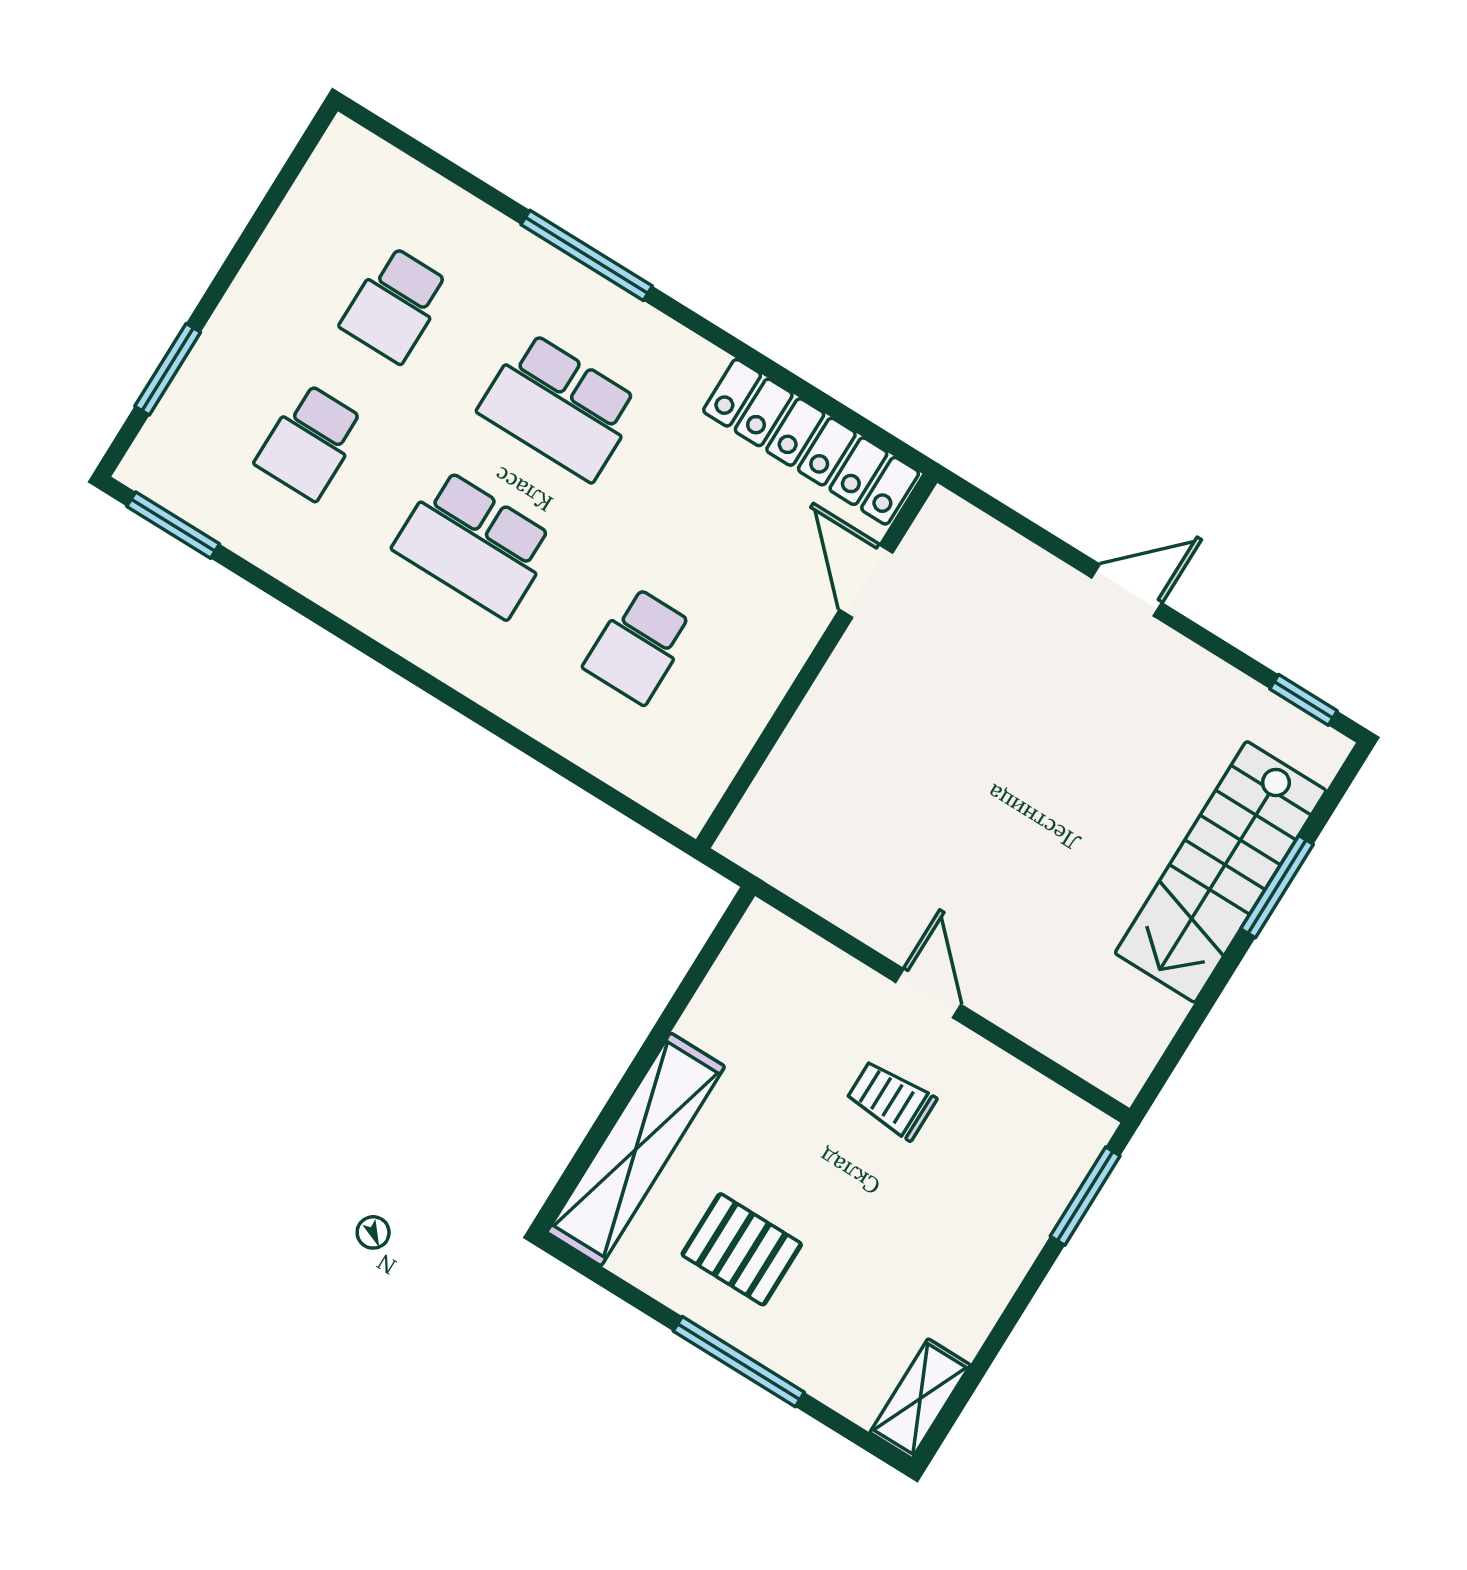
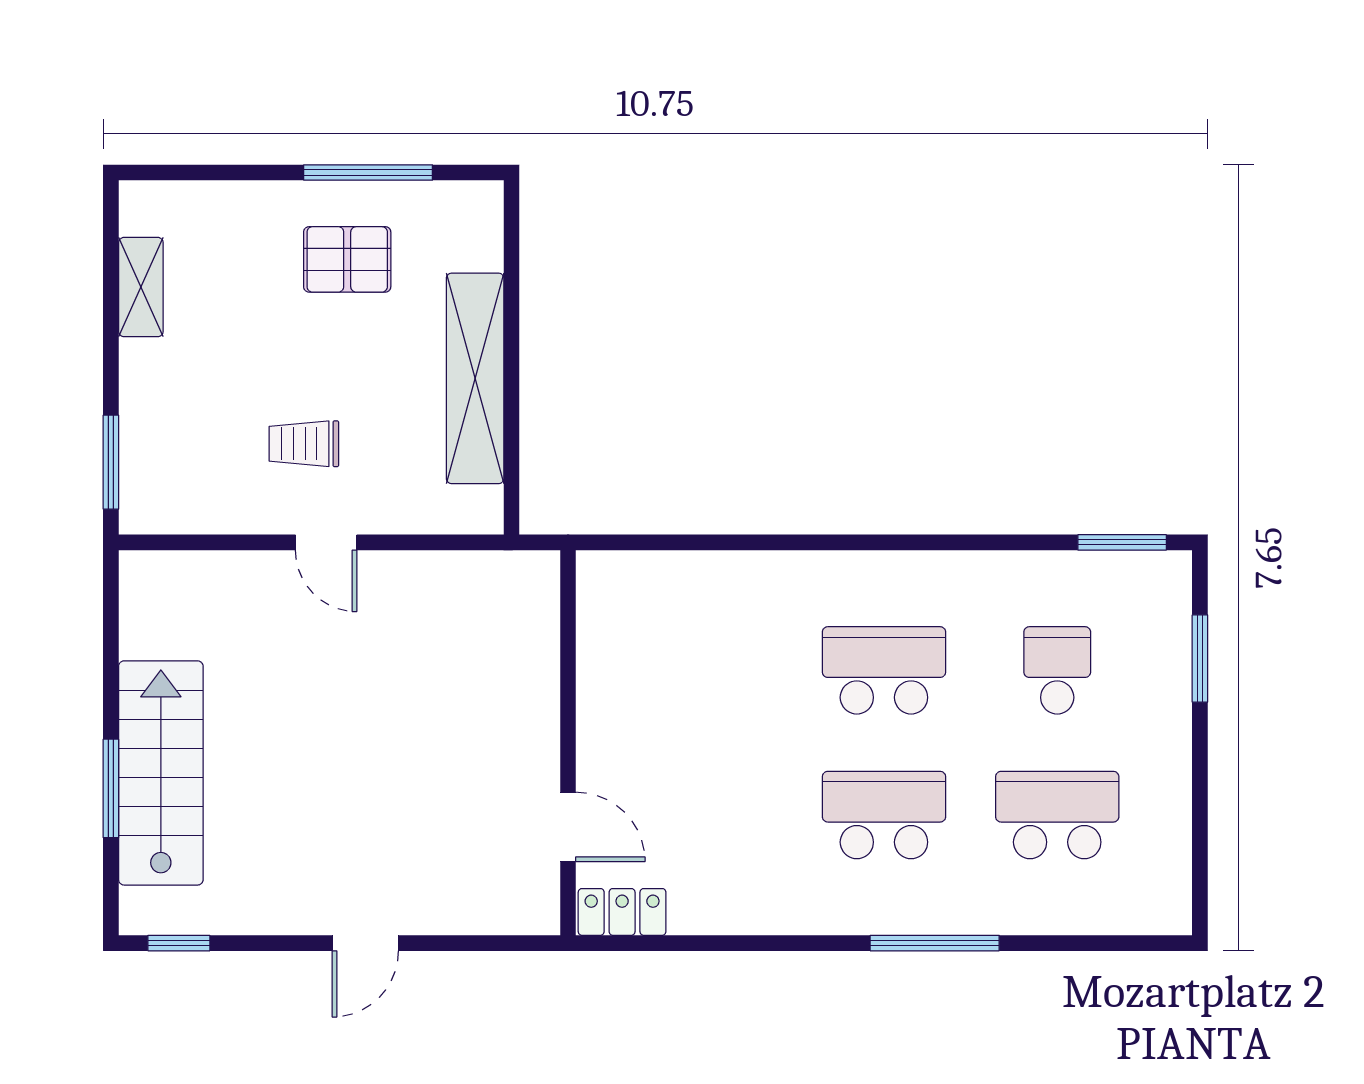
school desk: (395, 305) -> (1057, 815), width x1.85
locker: (811, 442) -> (622, 912), width x0.46, depth x0.83
school desk: (639, 646) -> (711, 670), removed
trolley: (891, 1100) -> (304, 444), turned 180
shelving: (636, 1149) -> (475, 378), moved
window: (739, 1362) -> (368, 173), moved
shelving: (920, 1399) -> (141, 287), moved

